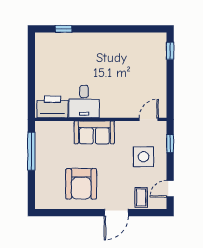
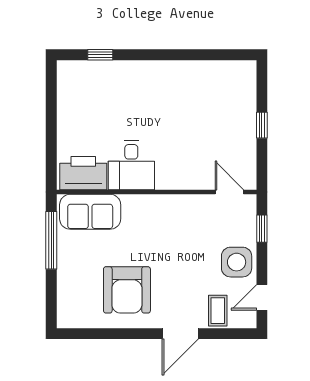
window: (170, 51) -> (262, 125), moved
door: (149, 119) -> (229, 192), hinge flipped
sofa: (94, 132) -> (90, 212), moved
side table: (144, 157) -> (237, 262), moved

